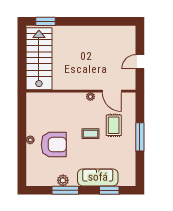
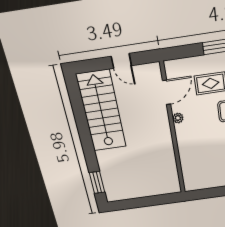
stairs: (39, 59) -> (101, 111), moved, turned 90

